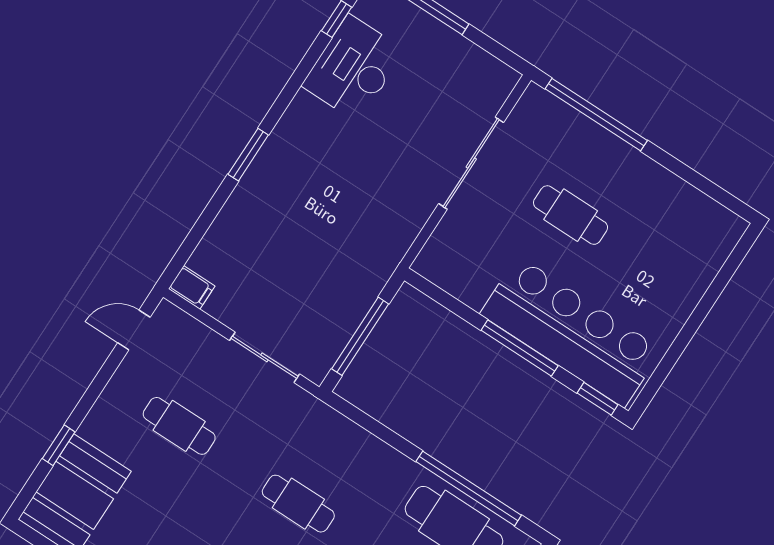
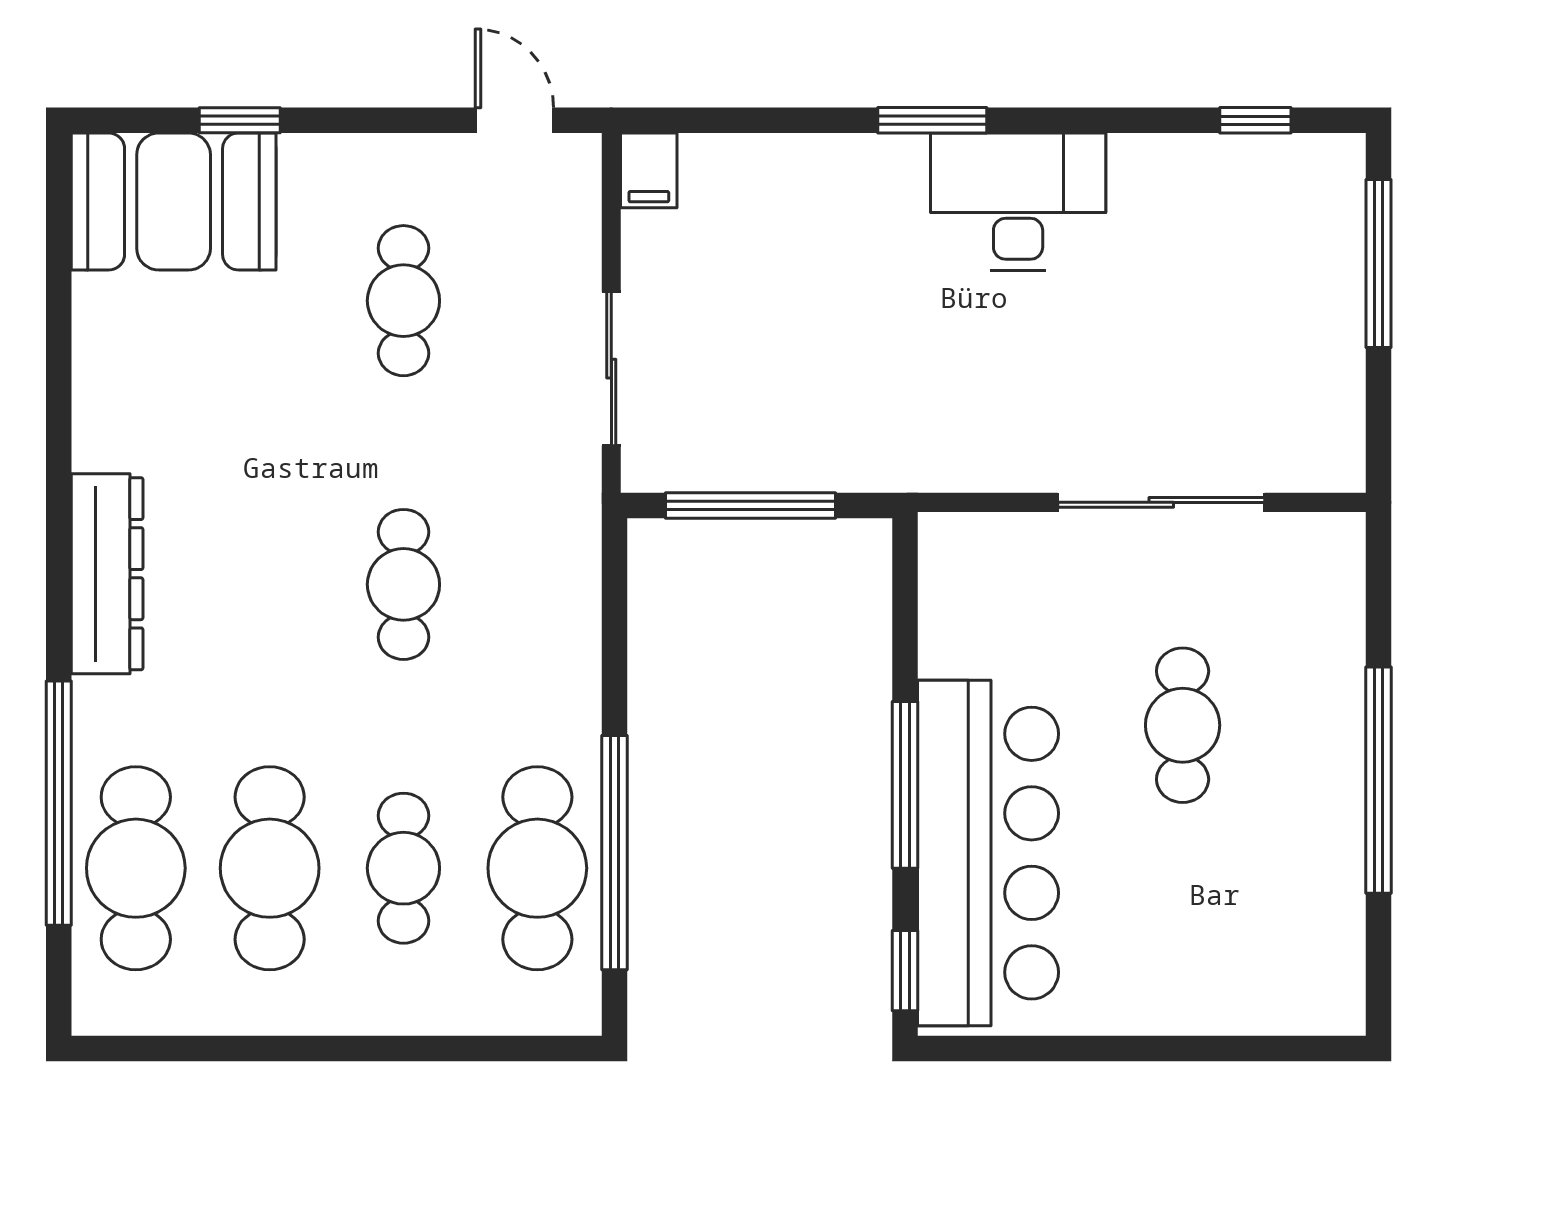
desk: (353, 68) -> (1018, 202), moved
window: (596, 115) -> (1379, 780), moved

